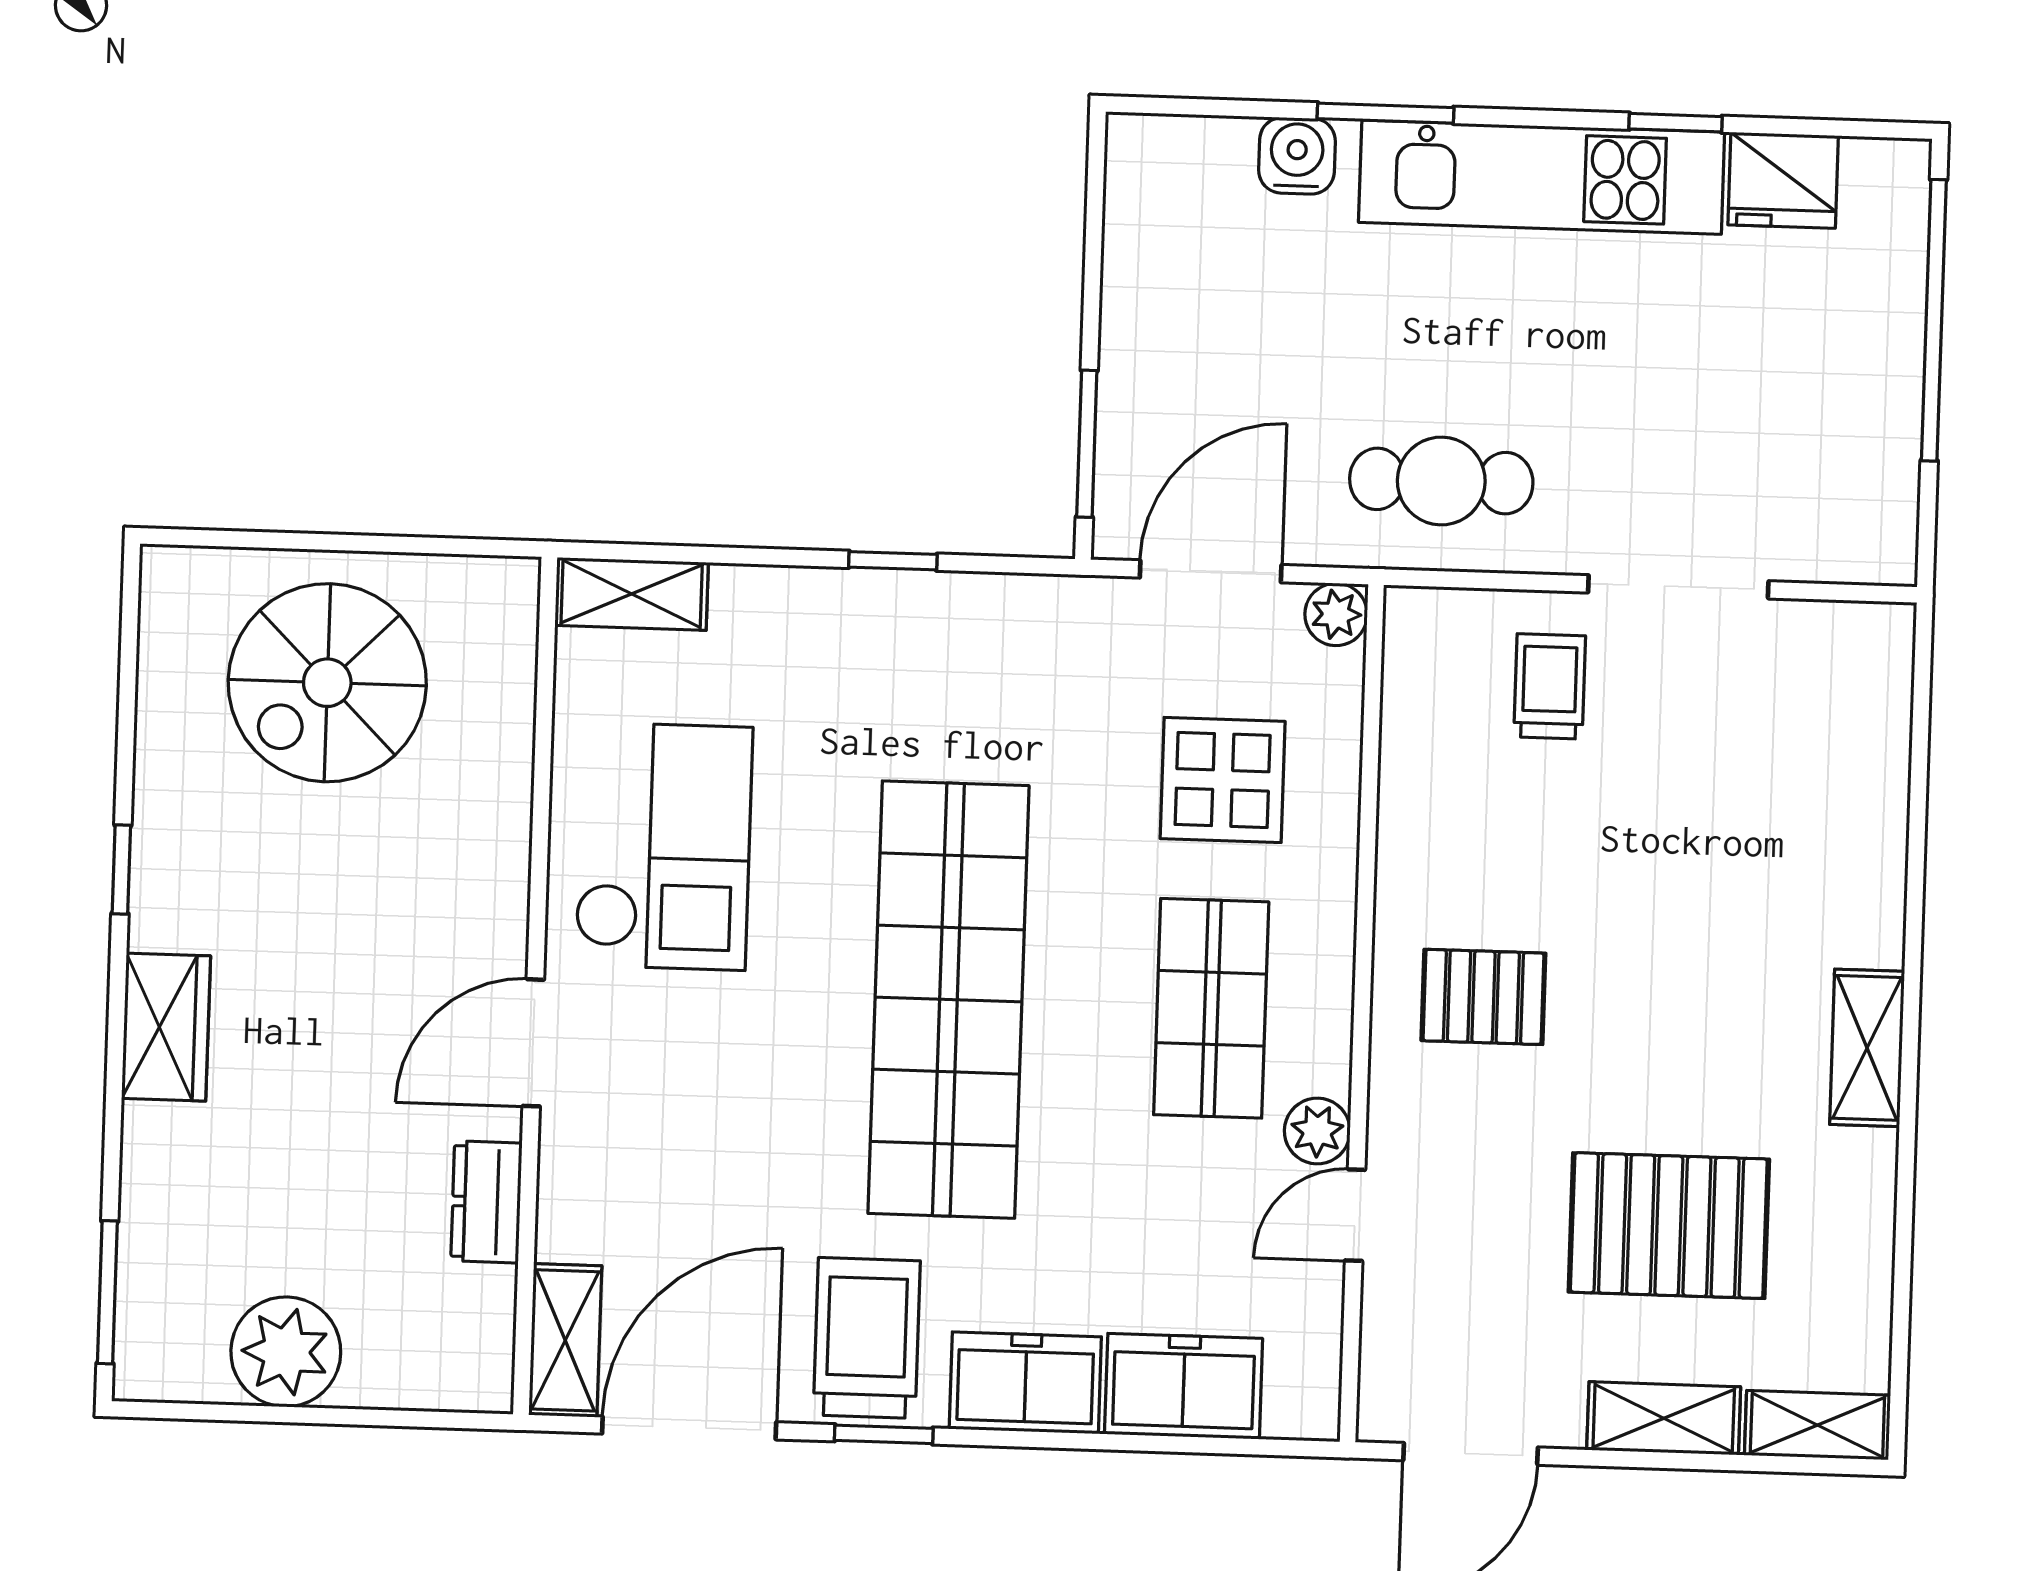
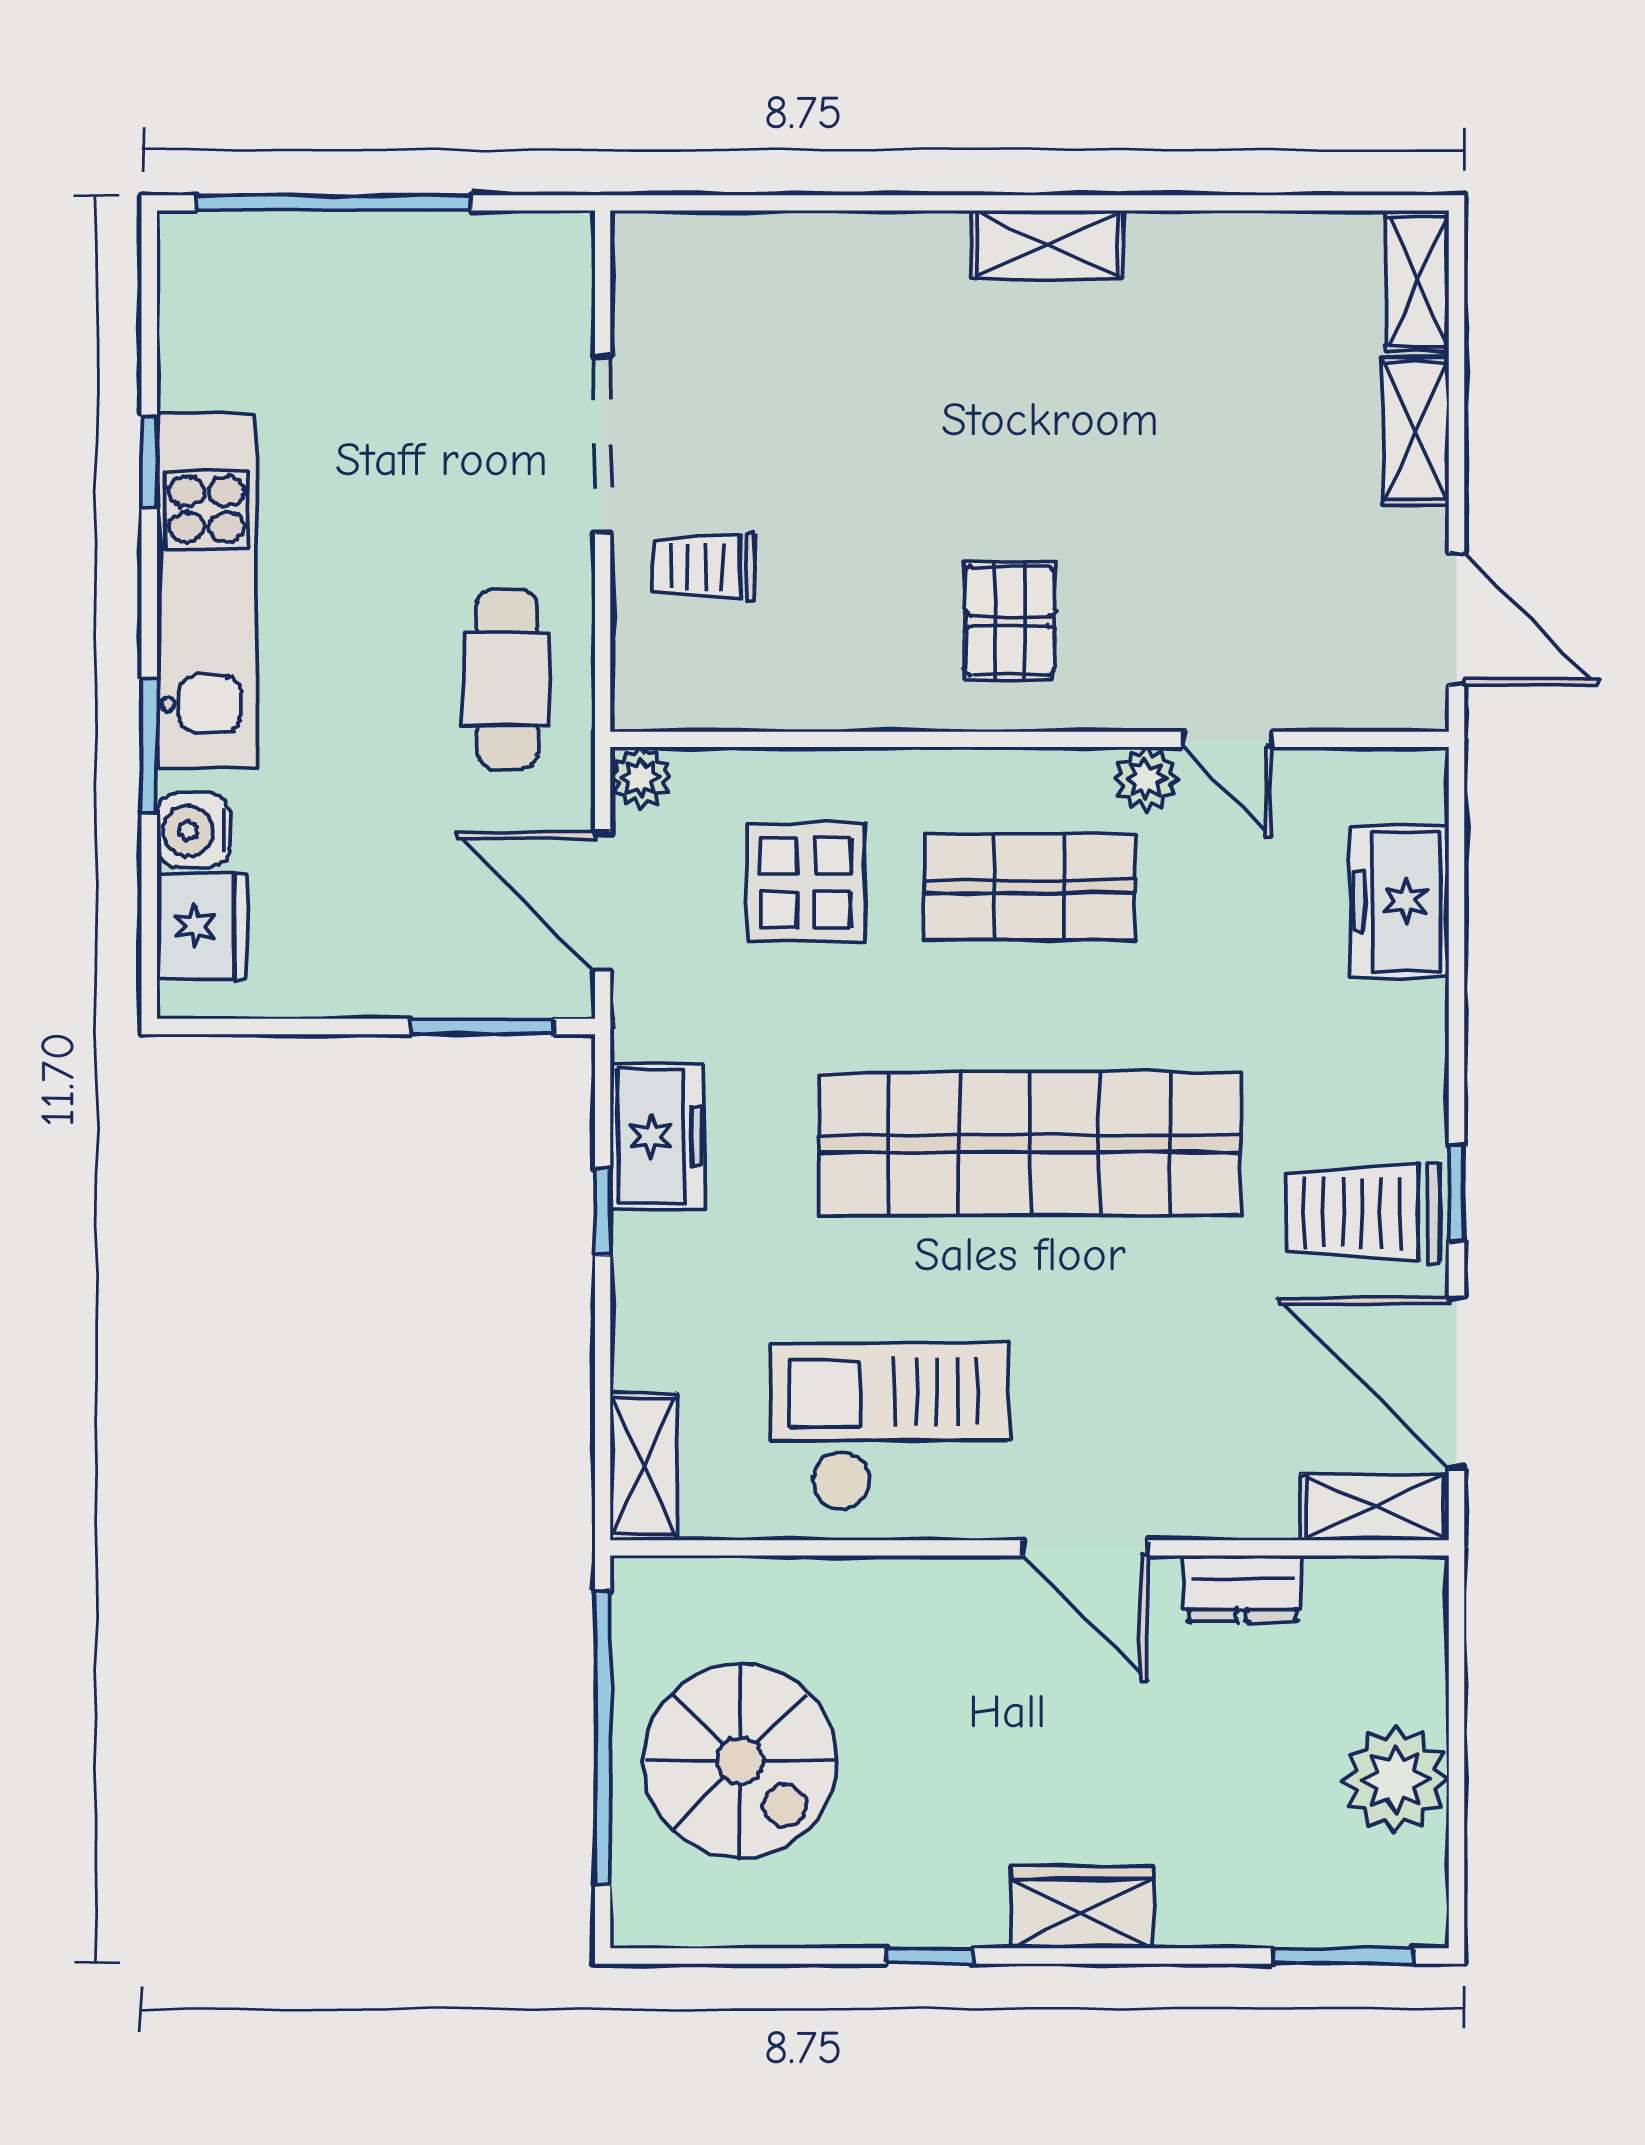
fridge: (1783, 180) -> (202, 926), moved
window: (356, 543) -> (603, 1737), added
pallet: (1669, 1226) -> (1227, 433), removed
freezer: (1025, 1383) -> (658, 1136), moved, turned 180

